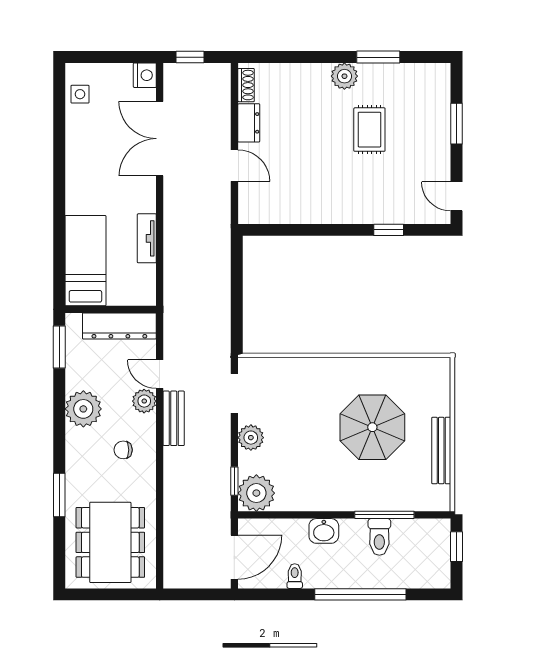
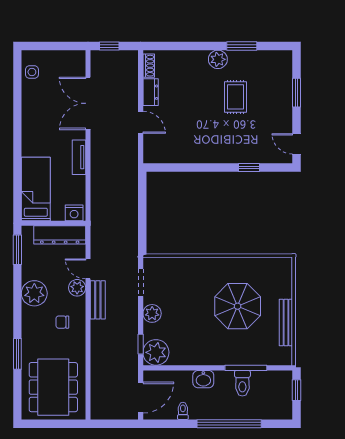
nightstand: (145, 75) -> (74, 213), moved, turned 90
tv unit: (147, 238) -> (79, 157), moved

